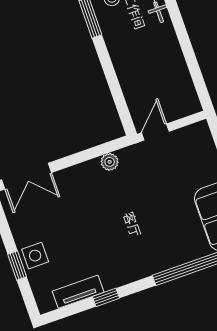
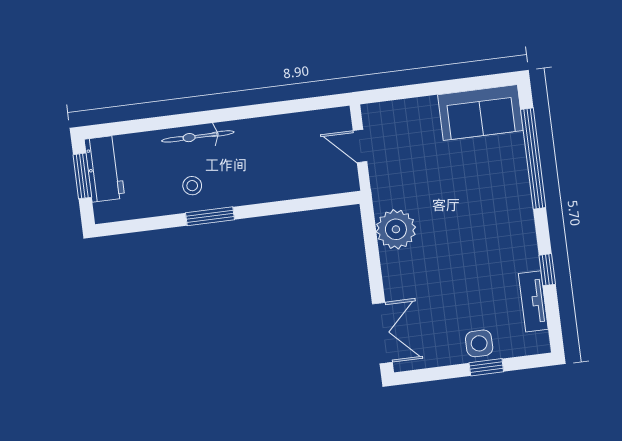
door: (155, 132) -> (360, 146), moved
plant: (110, 162) -> (396, 229), width x1.87, depth x1.87

